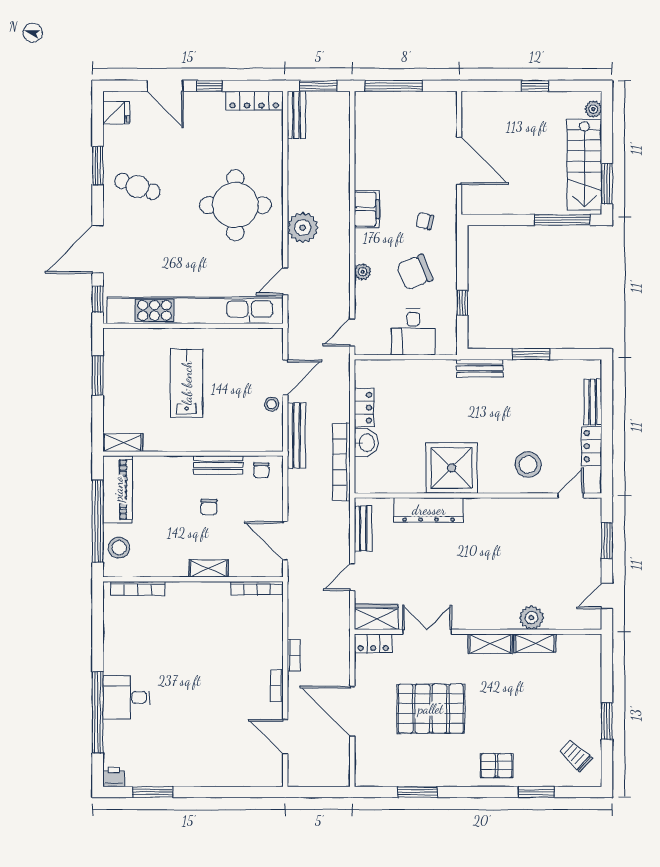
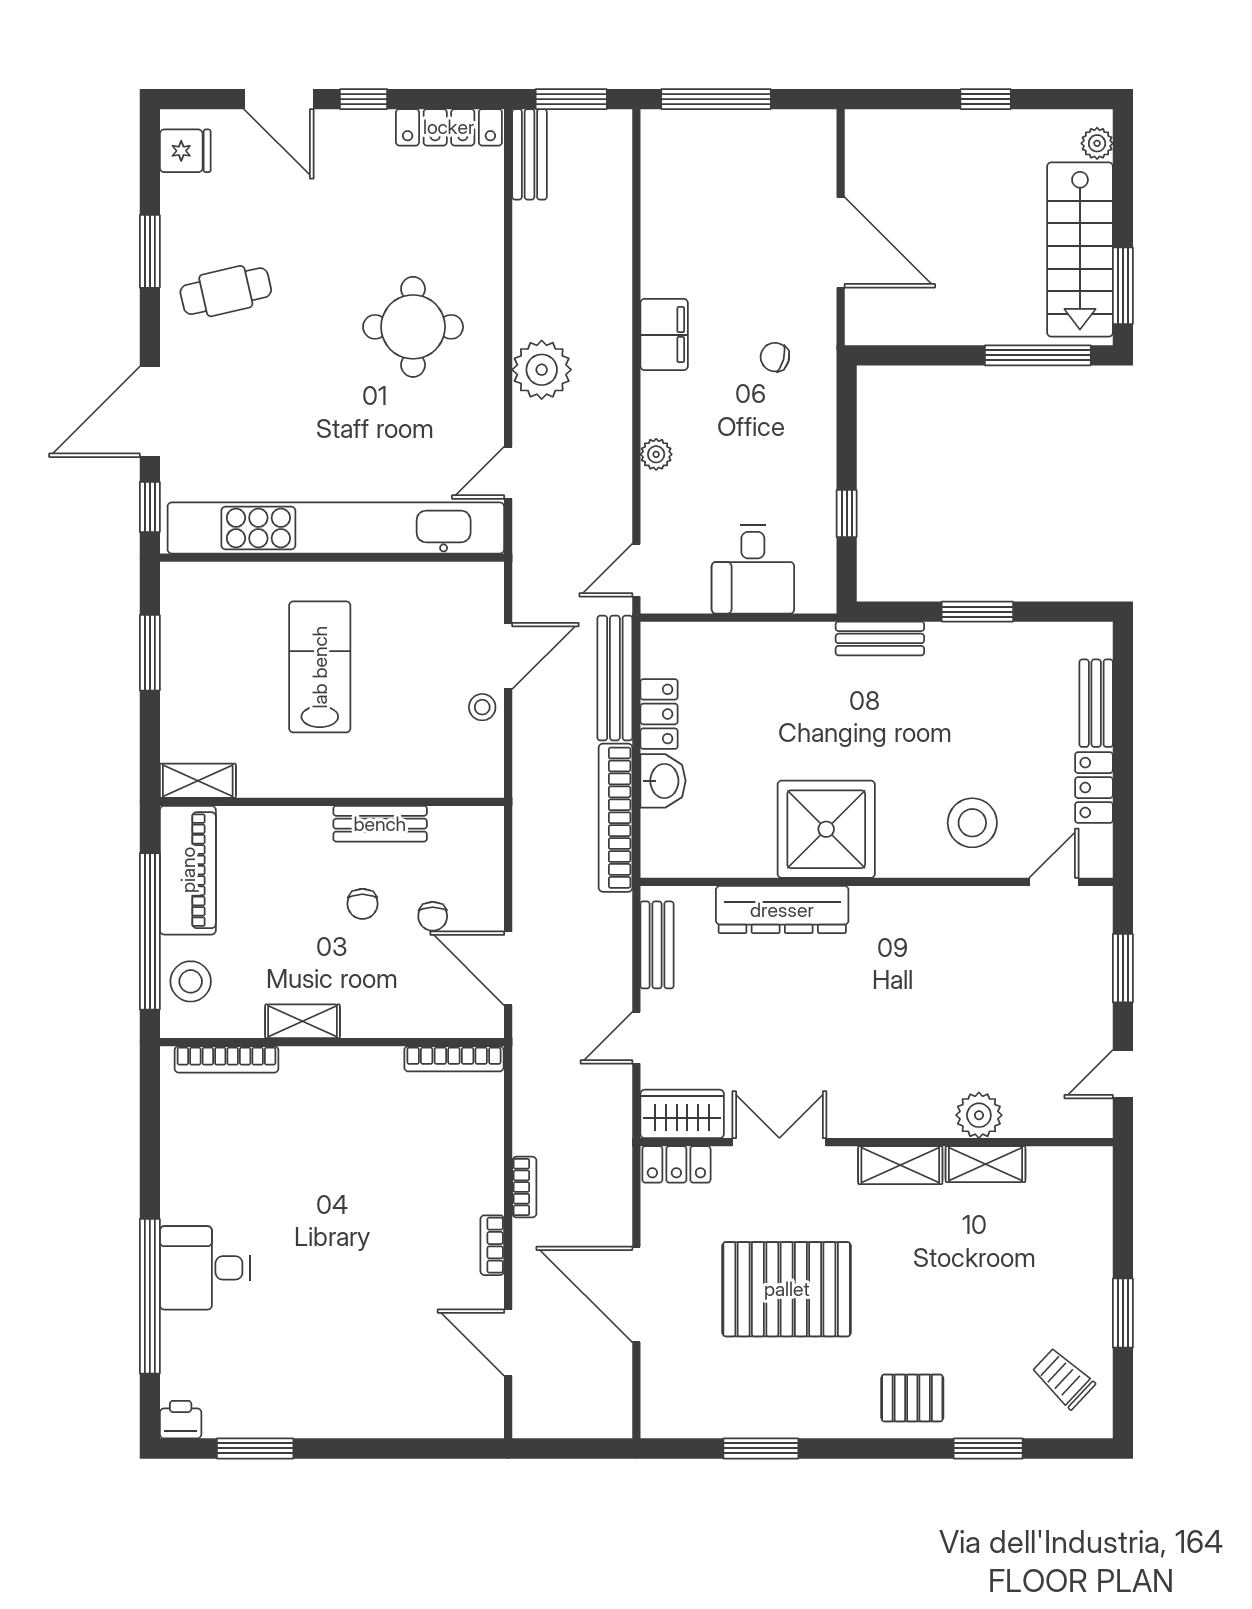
cafe table: (137, 186) -> (226, 291), turned -33
round table: (235, 205) -> (413, 327), width x0.73, depth x0.73
chair: (415, 272) -> (756, 455), removed
bench: (296, 436) -> (615, 678), moved
chair: (261, 470) -> (433, 916), moved
shelving: (209, 568) -> (303, 1021), moved

